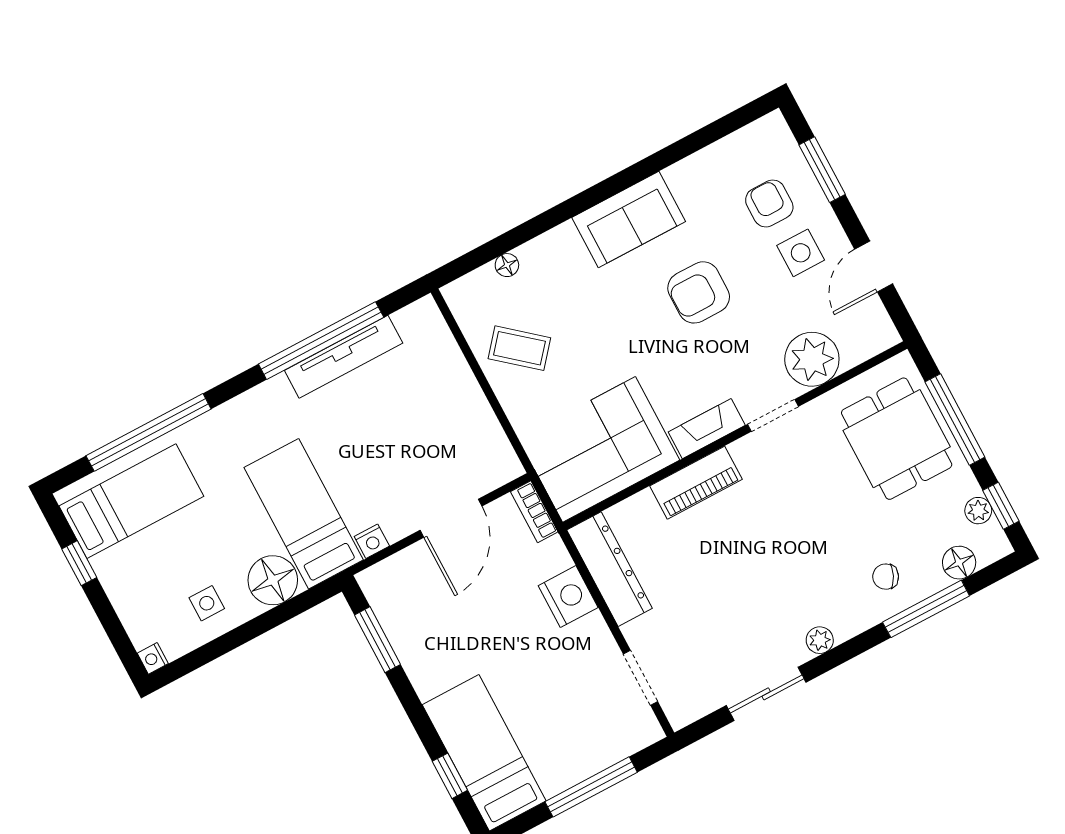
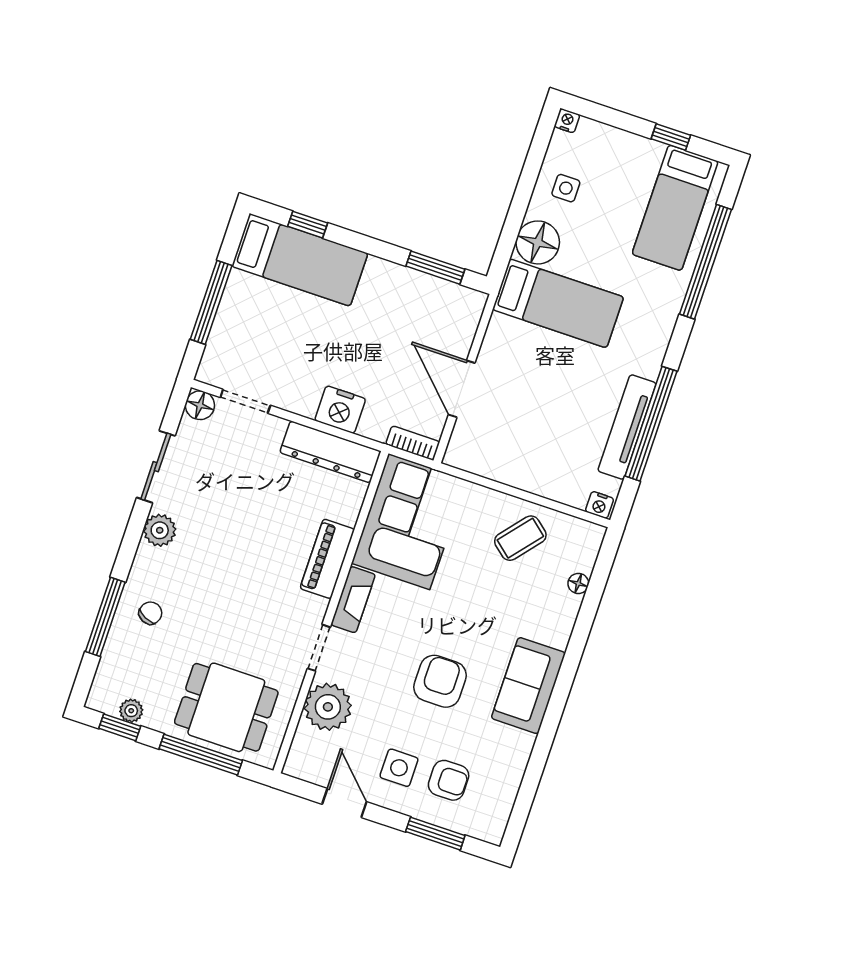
nightstand: (372, 541) -> (600, 505), moved, turned -90
floor lamp: (959, 563) -> (200, 405), moved
plant: (820, 640) -> (160, 530), width x1.38, depth x1.38

